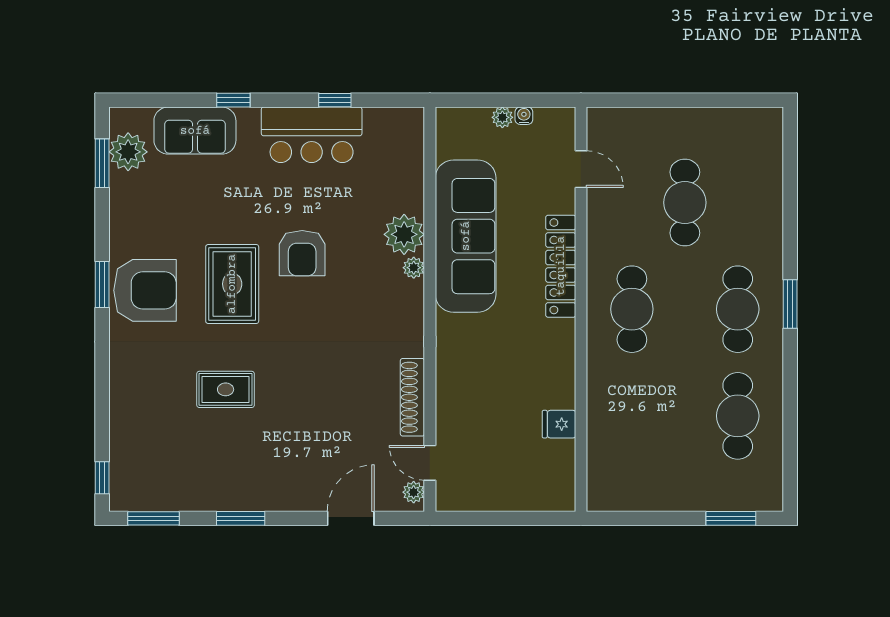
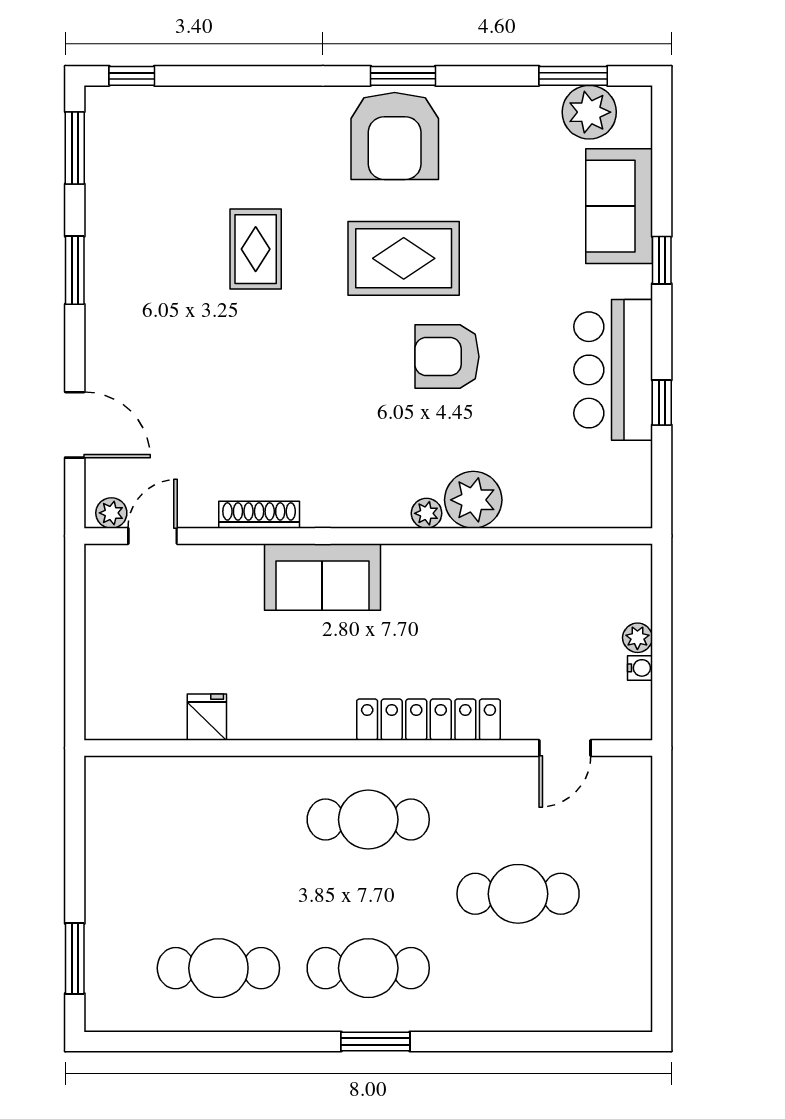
sofa: (466, 236) -> (322, 577), moved, width x0.54, depth x0.79
shoe rack: (412, 397) -> (259, 515), width x0.74, depth x0.81

